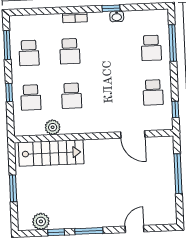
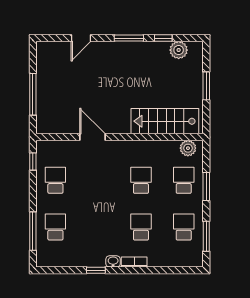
washbasin: (117, 16) -> (113, 261), moved
window: (9, 92) -> (206, 187), width x1.50
plant: (53, 127) -> (188, 148), moved
door: (133, 134) -> (93, 137), moved

